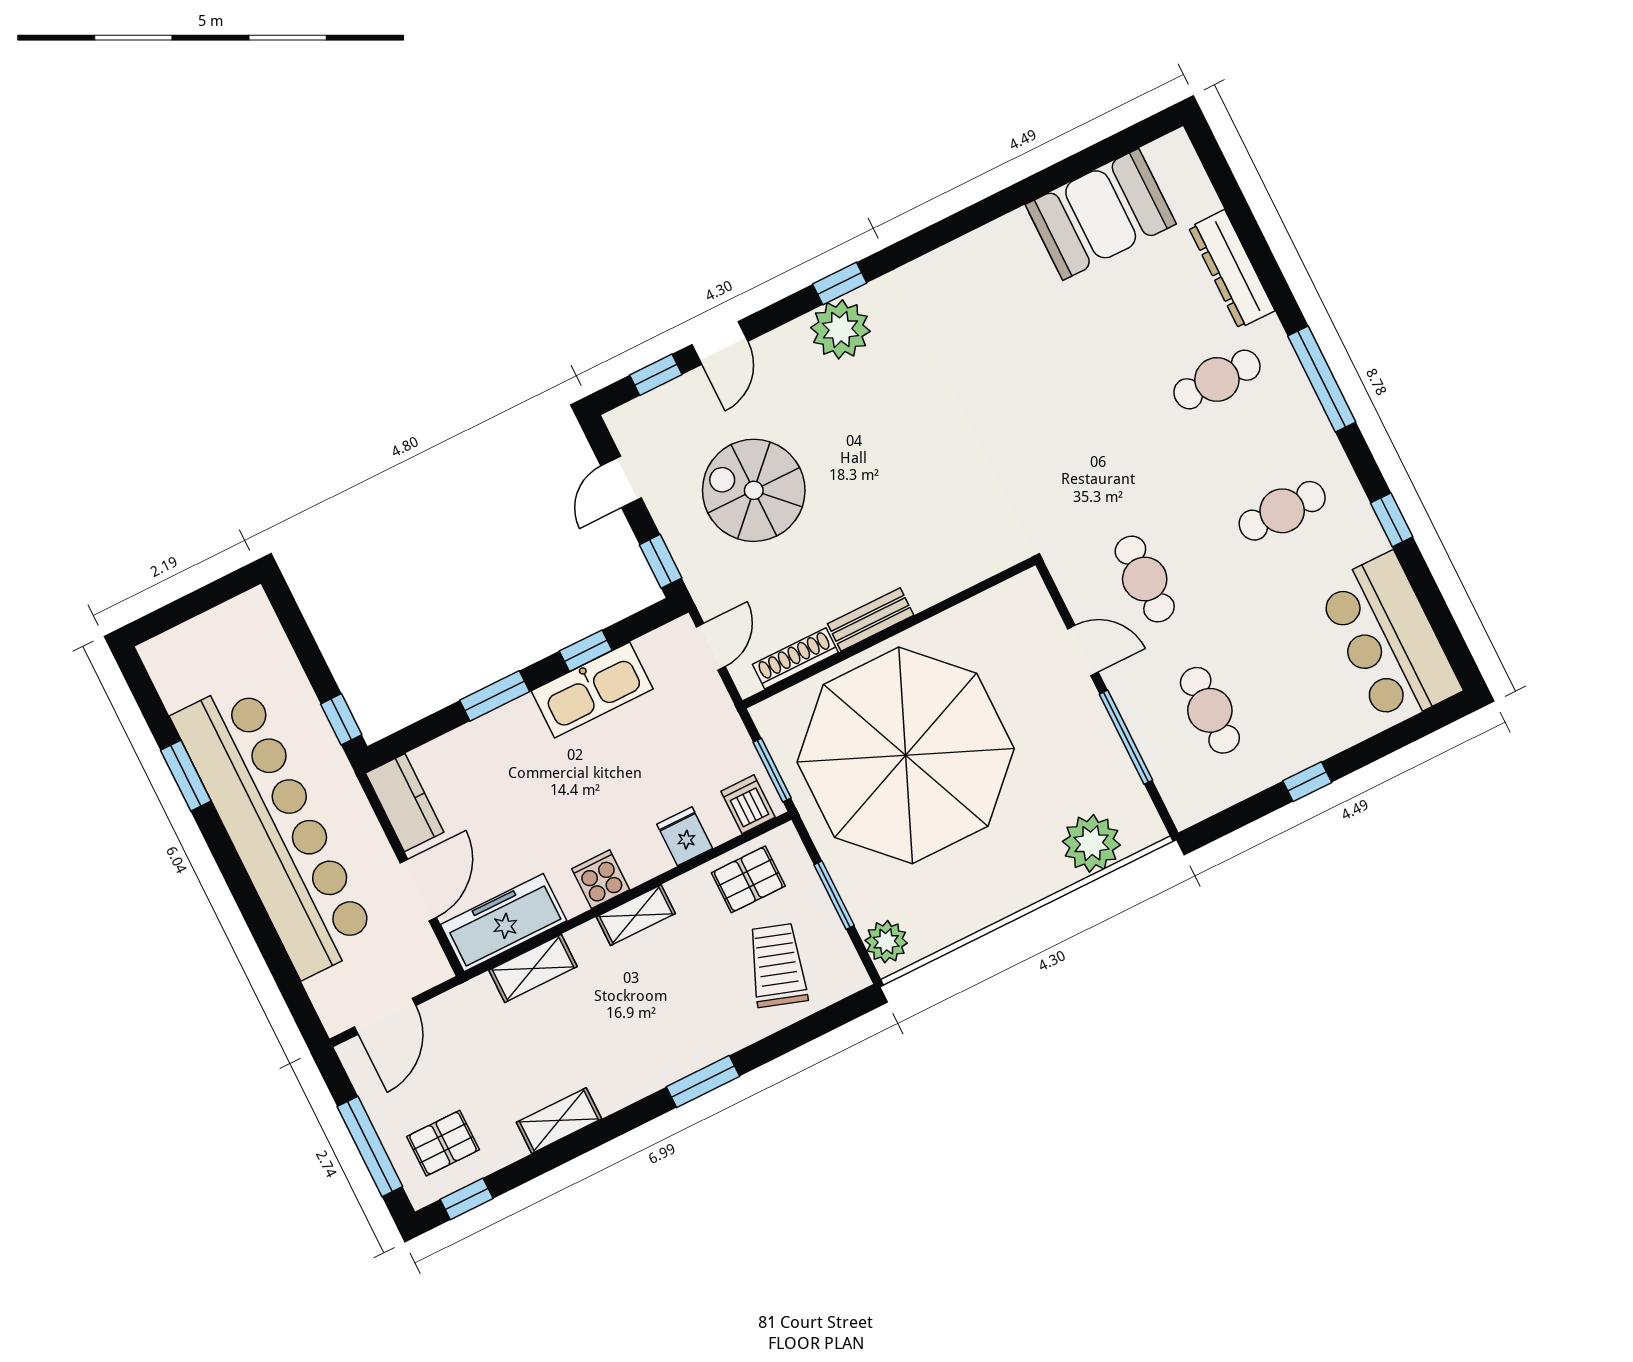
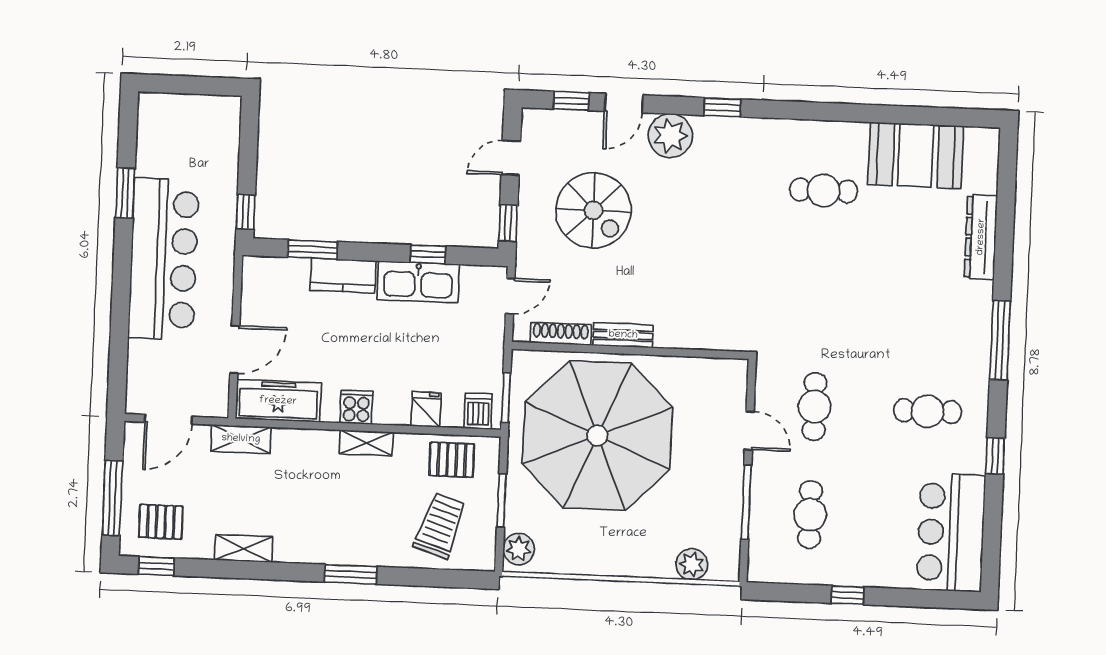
plant: (840, 329) -> (670, 136), moved
cafe table: (1217, 379) -> (824, 191), moved
spiral stairs: (754, 490) -> (593, 210), turned 180
window: (495, 696) -> (313, 249), moved
kitchen counter: (405, 803) -> (343, 275), moved, turned 90
bar counter: (275, 829) -> (164, 259), width x0.73
plant: (1091, 843) -> (692, 564), width x0.73, depth x0.73
shelving: (533, 968) -> (241, 439), moved

